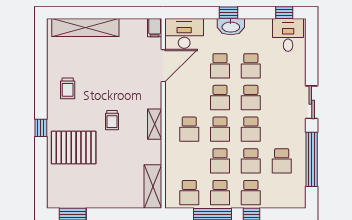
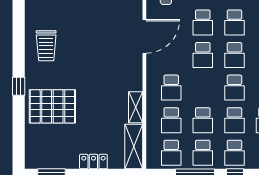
door: (163, 66) -> (144, 36), moved
trolley: (68, 88) -> (46, 46), width x1.36, depth x1.39
trolley: (112, 120) -> (92, 78), removed
shelving: (155, 124) -> (136, 107), moved
school desk: (220, 129) -> (171, 120), moved
locker: (114, 201) -> (93, 162), added

